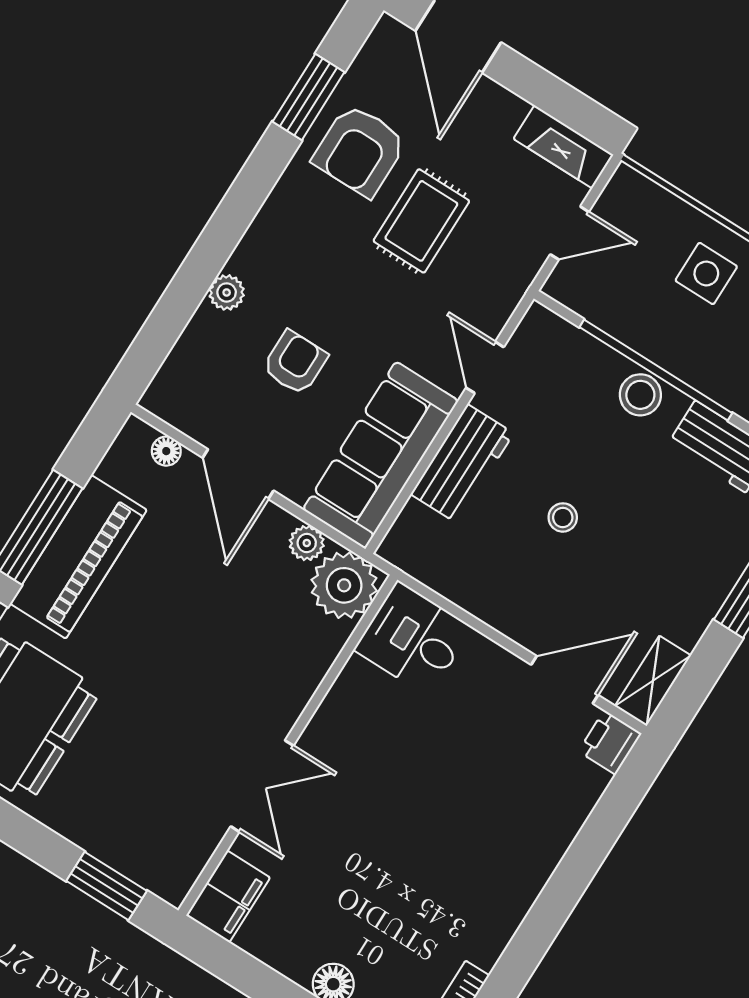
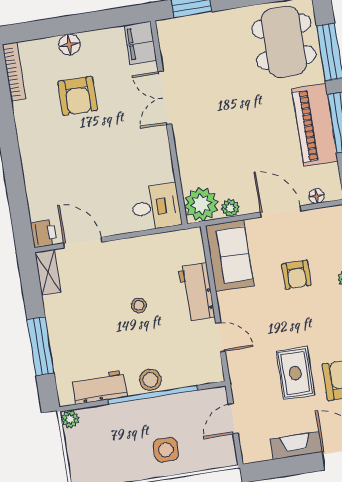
fireplace: (563, 147) -> (296, 446), moved
sofa: (381, 455) -> (229, 256), width x0.73
door: (565, 680) -> (83, 243), swing flipped
armchair: (386, 899) -> (78, 96), added

